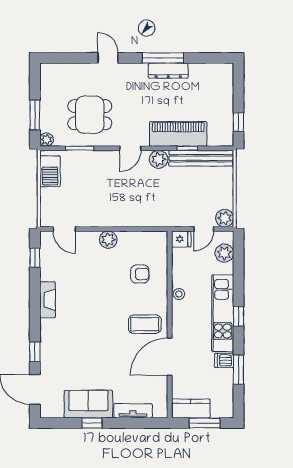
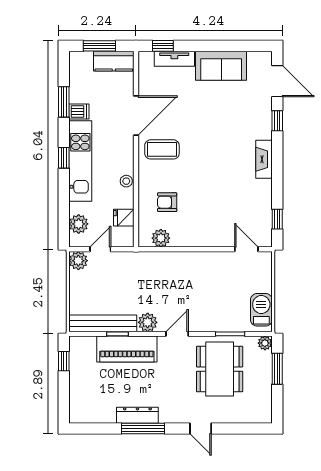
dining table: (90, 115) -> (220, 369), width x1.38
fridge: (181, 239) -> (124, 218), moved
plant: (108, 240) -> (161, 238), moved
fireplace: (48, 300) -> (264, 159), moved
window: (92, 423) -> (163, 46), moved

